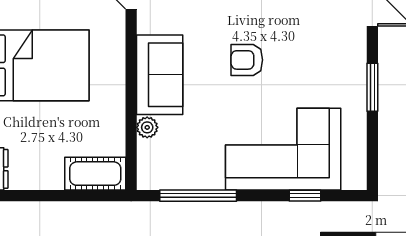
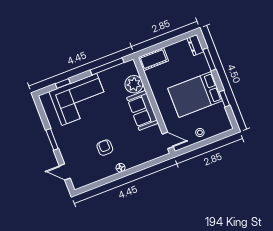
armchair: (247, 60) -> (105, 148), moved, turned -90
plant: (147, 127) -> (134, 84), width x1.88, depth x1.88

